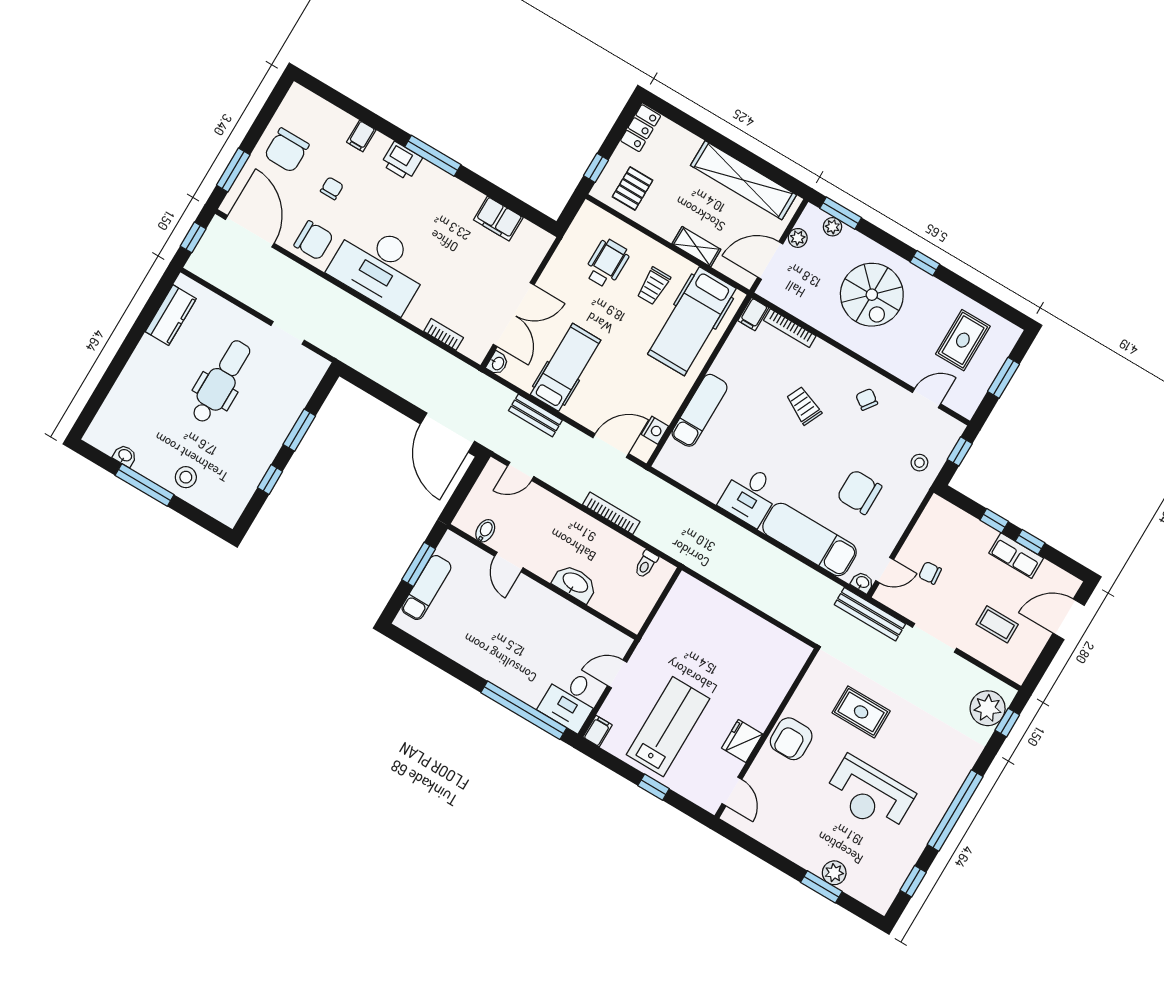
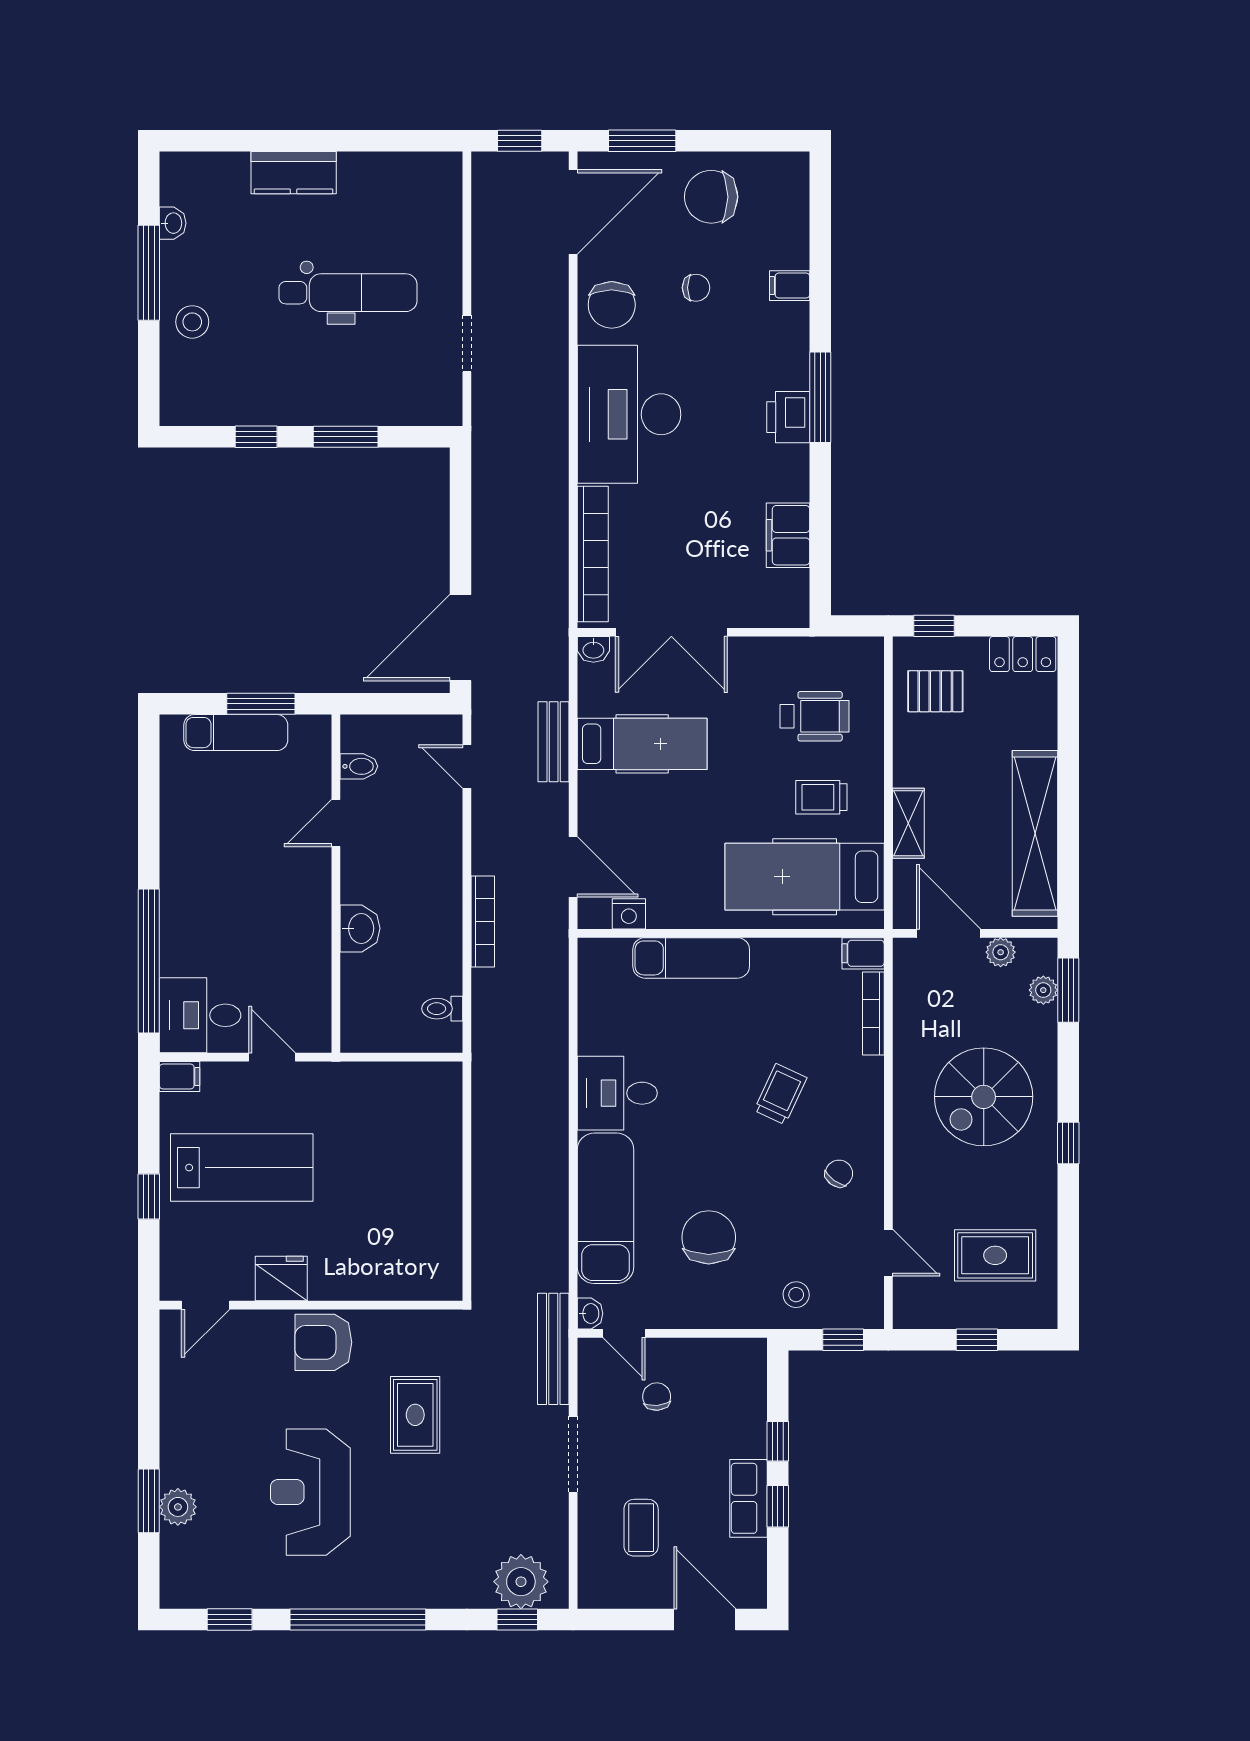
printer: (402, 161) -> (788, 417), moved
kitchen counter: (171, 315) -> (294, 173), moved
bookcase: (444, 334) -> (593, 554), width x2.31, depth x1.31
window: (1004, 378) -> (977, 1340), width x0.67
washbasin: (575, 583) -> (360, 928), width x0.72

